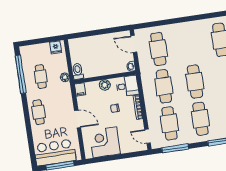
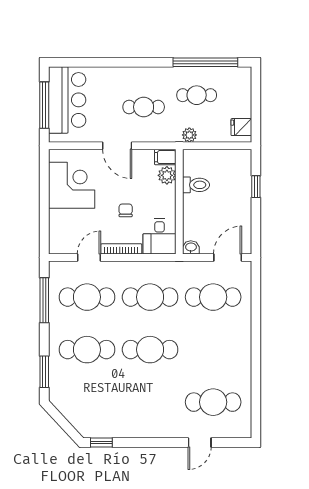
window: (89, 34) -> (256, 187), added
toilet: (78, 71) -> (196, 185), moved
plant: (105, 85) -> (167, 175), moved
cafe table: (38, 112) -> (144, 107), moved
door: (78, 119) -> (117, 146), hinge flipped
door: (148, 136) -> (89, 258), moved

